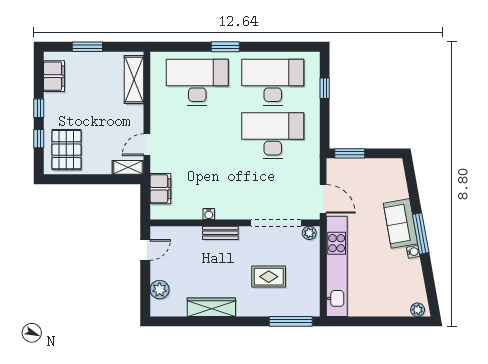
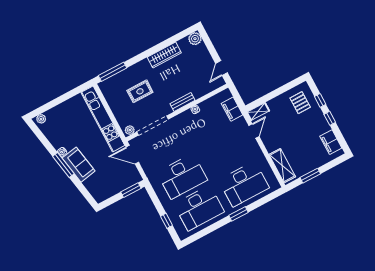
window: (87, 47) -> (310, 176), moved
pallet: (66, 150) -> (300, 103), width x0.67, depth x0.71
plant: (160, 290) -> (195, 39), moved

